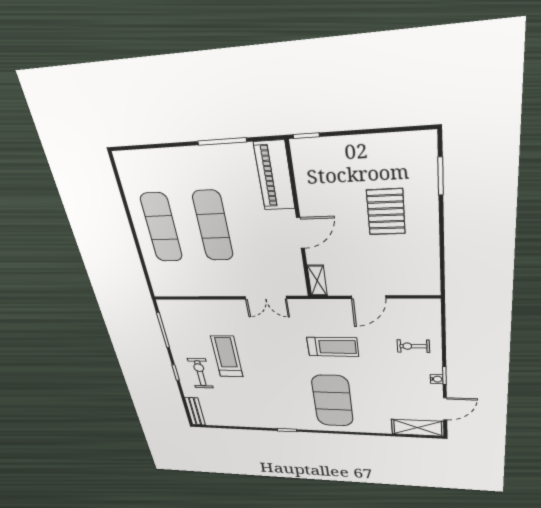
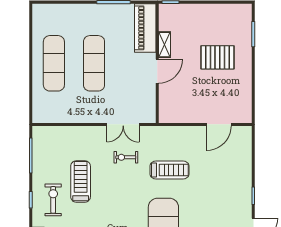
pallet: (386, 212) -> (217, 57), turned 90
shelving: (317, 281) -> (165, 45), moved
door: (368, 297) -> (219, 124), moved
exercise bike: (413, 346) -> (126, 157), moved
water cooler: (437, 379) -> (247, 200), removed

